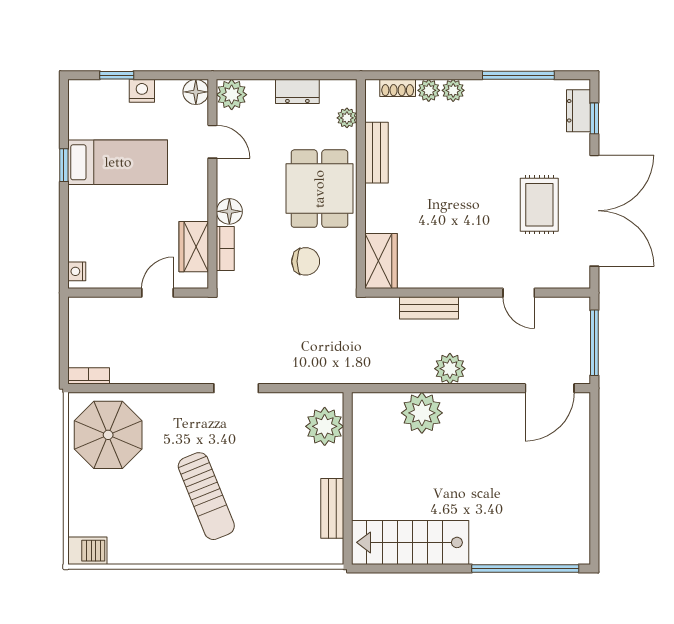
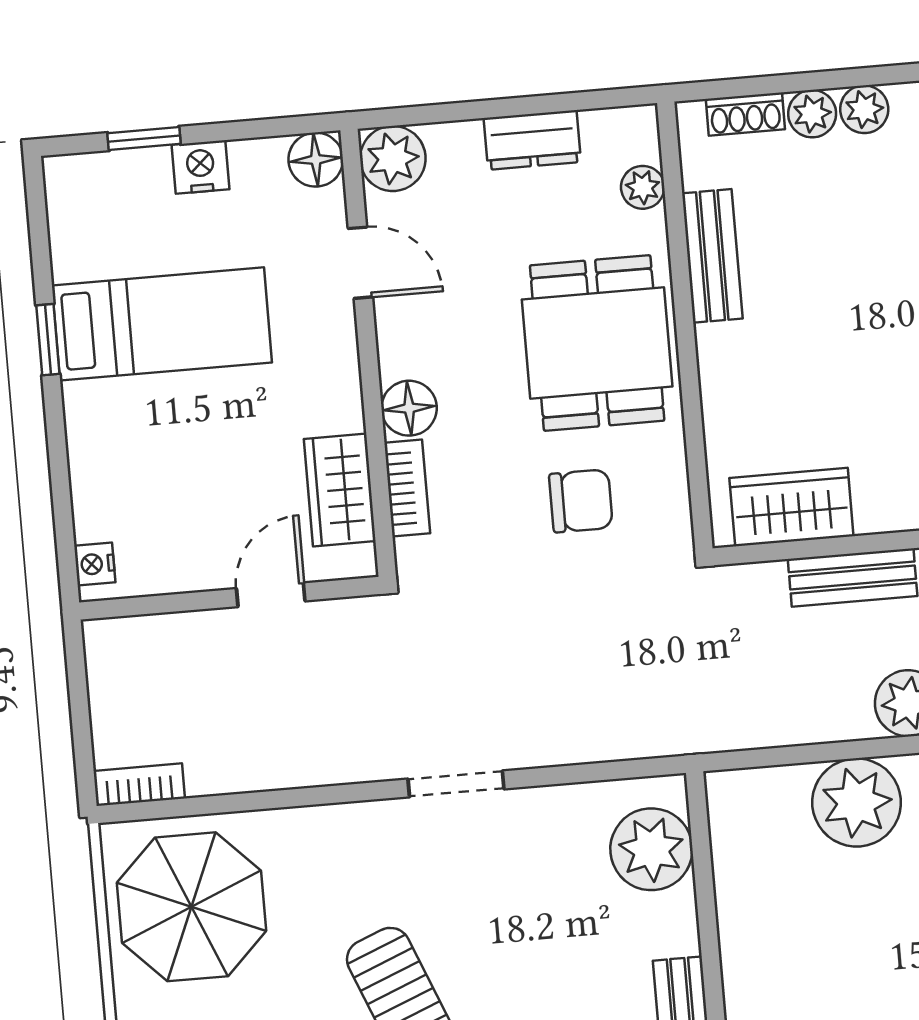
wardrobe: (381, 261) -> (791, 507), moved, turned -90

